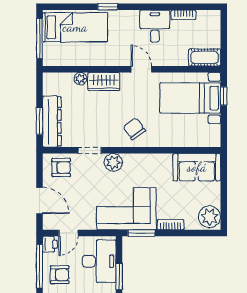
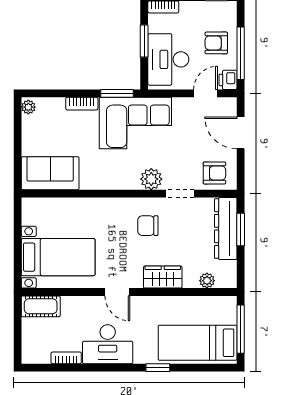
desk: (155, 26) -> (108, 344), width x1.37
plant: (80, 79) -> (207, 281), moved
window: (224, 96) -> (18, 260), removed
chair: (134, 129) -> (148, 226), moved, turned 125
armchair: (61, 167) -> (214, 173), turned 180
plant: (210, 217) -> (28, 107), width x0.53, depth x0.53

